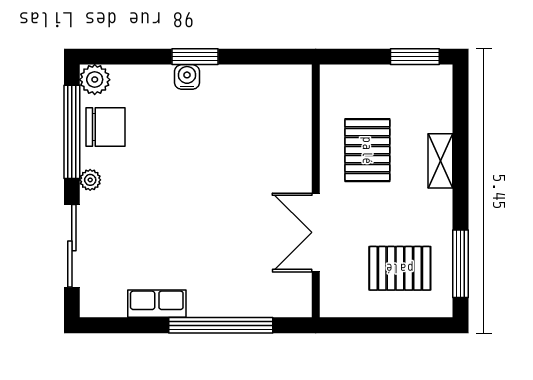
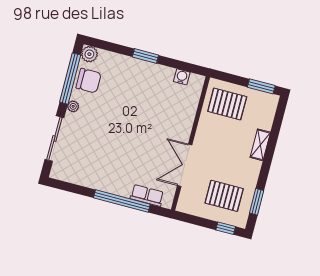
water cooler: (187, 77) -> (182, 77), moved
pallet: (367, 150) -> (227, 104), moved, turned 90
window: (460, 264) -> (257, 202), width x0.69
row of seats: (157, 304) -> (147, 195), moved
window: (418, 325) -> (226, 228), added

